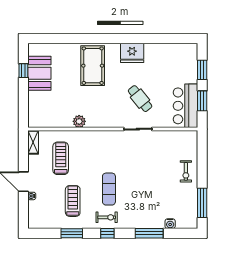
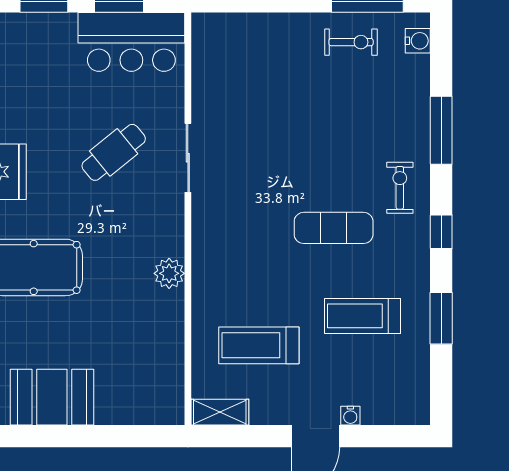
window: (23, 71) -> (46, 436), removed
plant: (79, 121) -> (169, 273), moved
exercise bike: (186, 171) -> (351, 42), moved
exercise bike: (107, 217) -> (400, 188), moved
water cooler: (170, 224) -> (418, 41), moved

